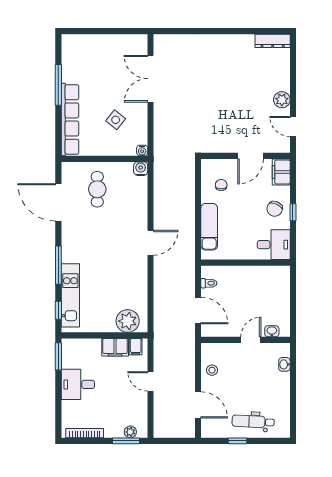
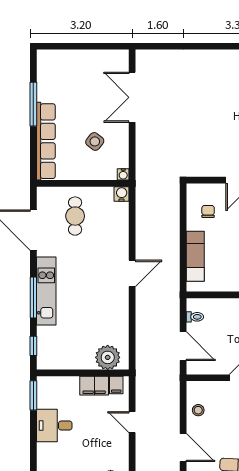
kitchen unit: (70, 295) -> (46, 291), moved

